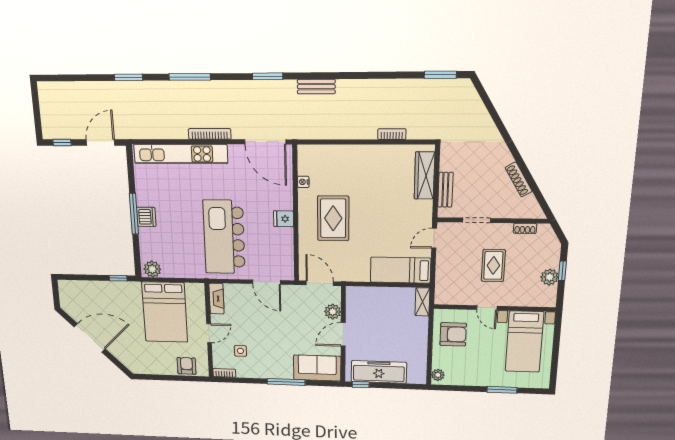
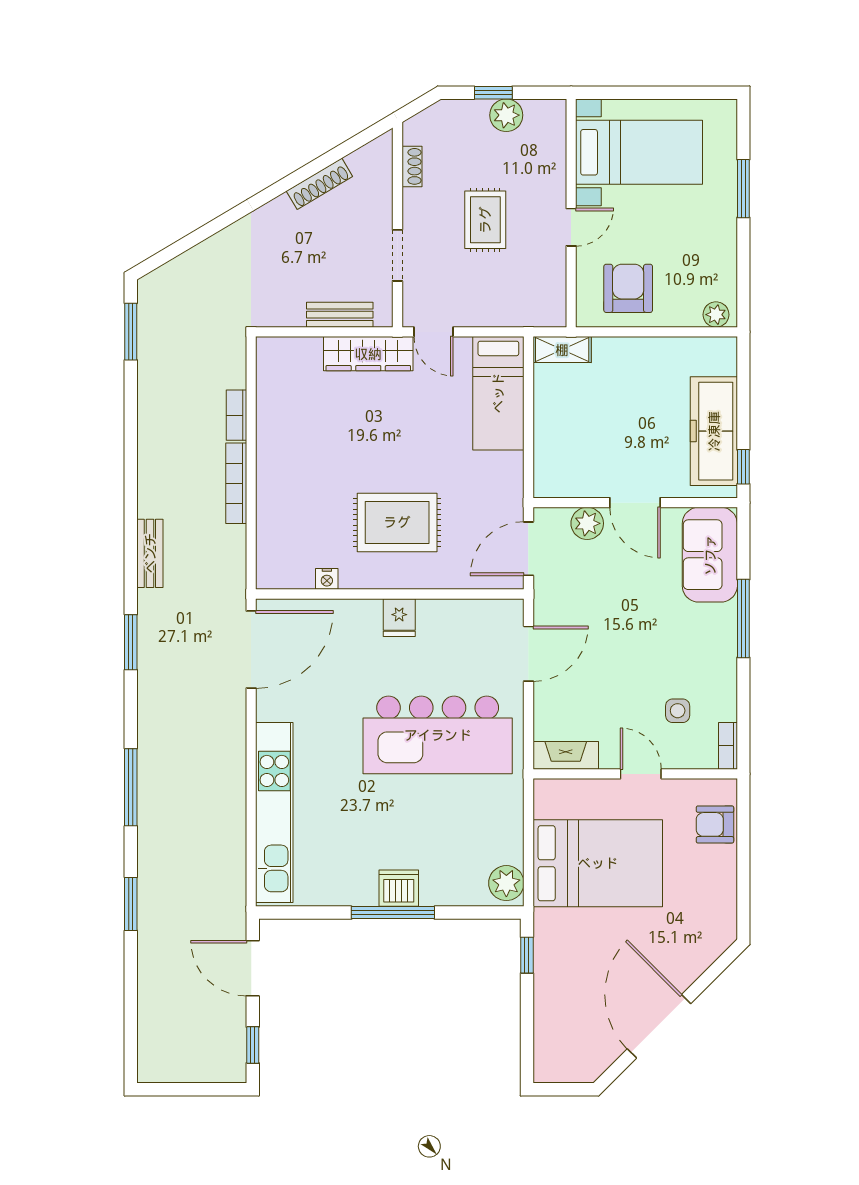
bookcase: (210, 134) -> (236, 483), moved
wardrobe: (424, 176) -> (368, 354), moved
rug: (493, 265) -> (485, 220), turned 90

